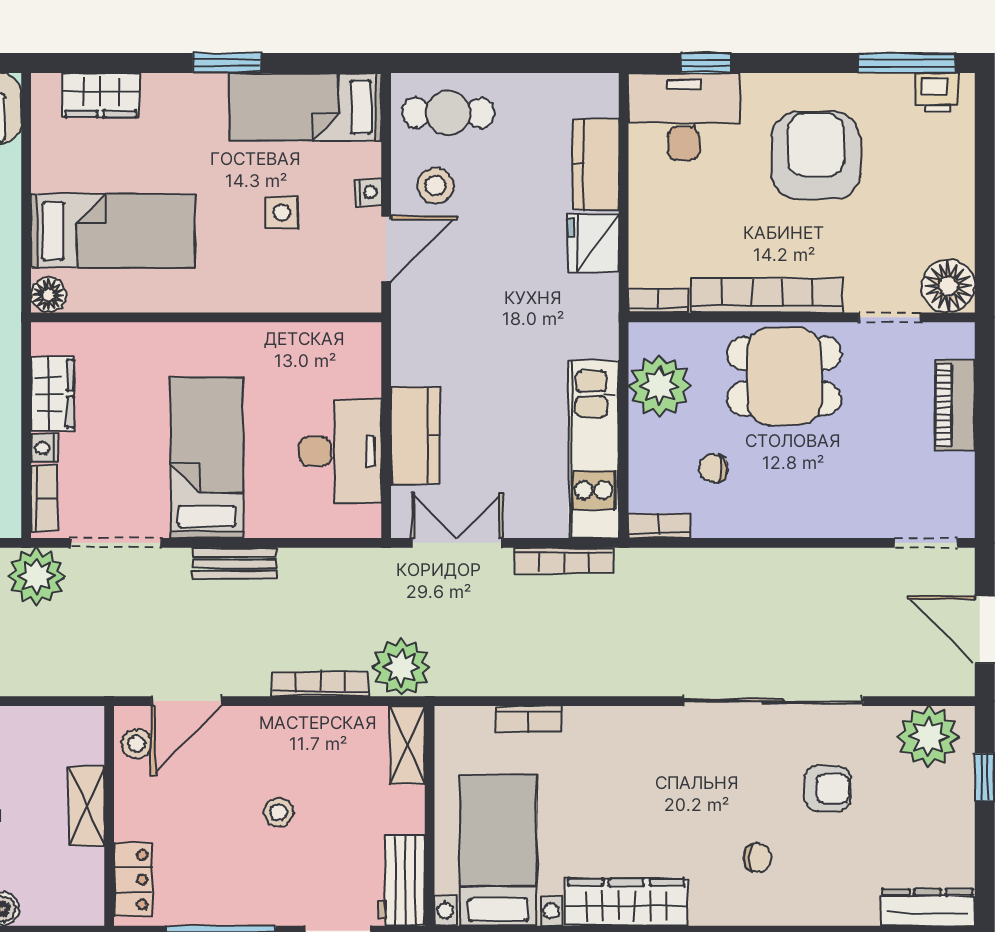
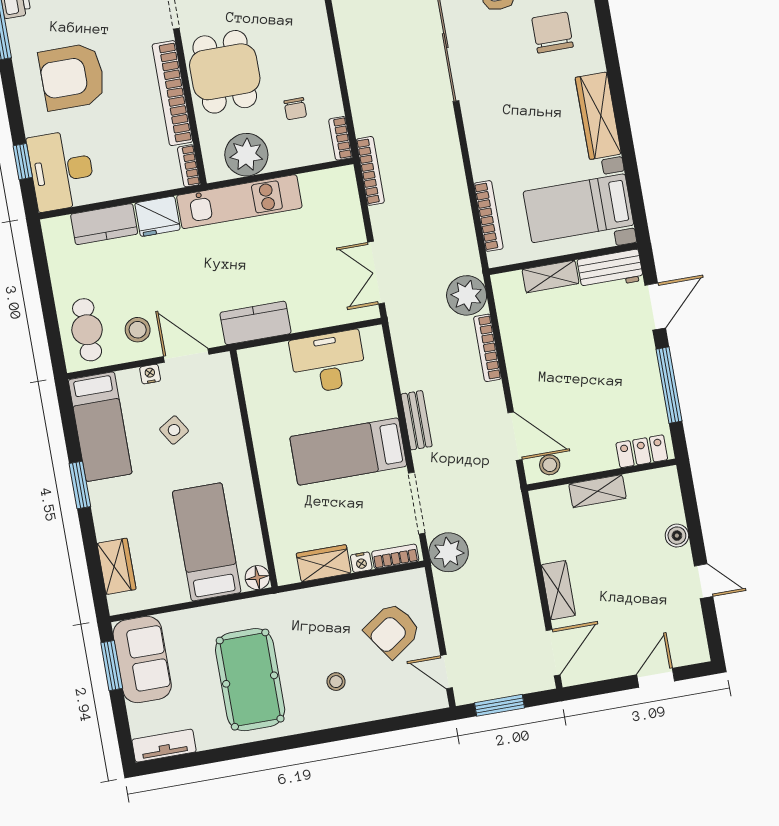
side table: (282, 212) -> (174, 430), turned -32
kitchen counter: (415, 435) -> (255, 323), moved
kitchen unit: (594, 449) -> (239, 202), moved
bookcase: (564, 560) -> (370, 171), moved
bookcase: (528, 719) -> (488, 216), width x1.56
shelving: (407, 745) -> (550, 276), moved
stool: (278, 812) -> (579, 361), removed
chair: (758, 857) -> (552, 33), width x1.87, depth x1.87

